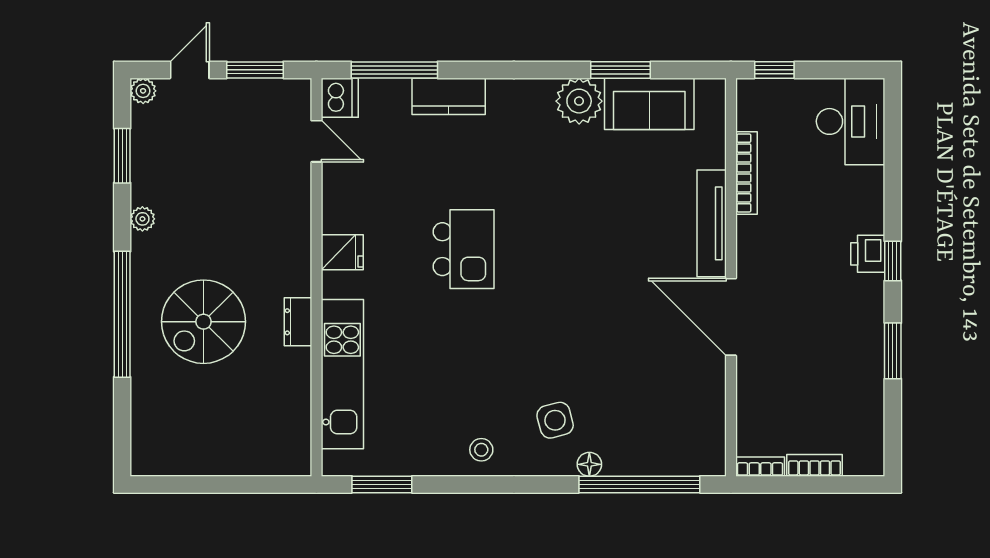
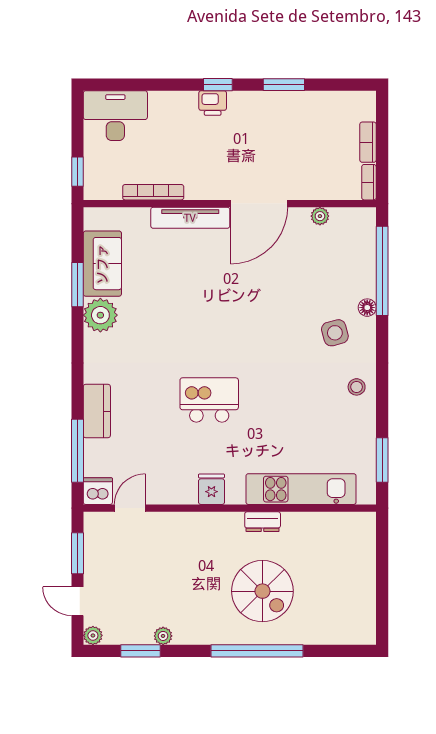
plant: (142, 219) -> (163, 636), moved
plant: (714, 400) -> (320, 216), added

